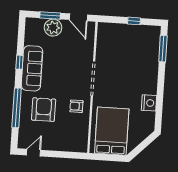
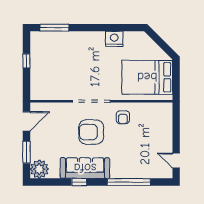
plant: (53, 28) -> (39, 169), moved
armchair: (44, 110) -> (91, 132), moved

